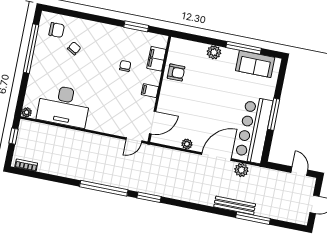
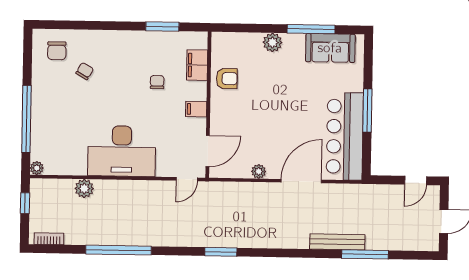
chair: (57, 30) -> (57, 51), turned 90
window: (31, 49) -> (26, 119), moved
desk: (64, 106) -> (122, 151), moved
plant: (241, 170) -> (84, 188), moved
door: (299, 171) -> (416, 180), swing flipped
window: (104, 188) -> (118, 250), moved

